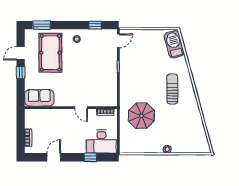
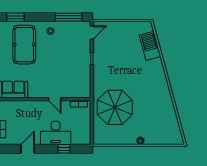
window: (95, 25) -> (69, 17), width x2.17
barbecue: (174, 44) -> (150, 46), moved
sun lounger: (172, 89) -> (146, 81), removed
parasol: (141, 116) -> (115, 107), width x1.36, depth x1.36
desk: (101, 141) -> (56, 133), moved

